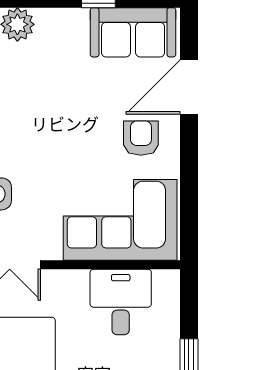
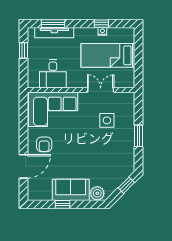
sofa: (133, 32) -> (71, 190), moved

